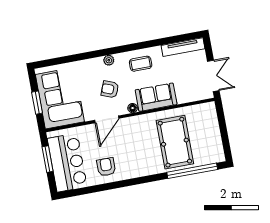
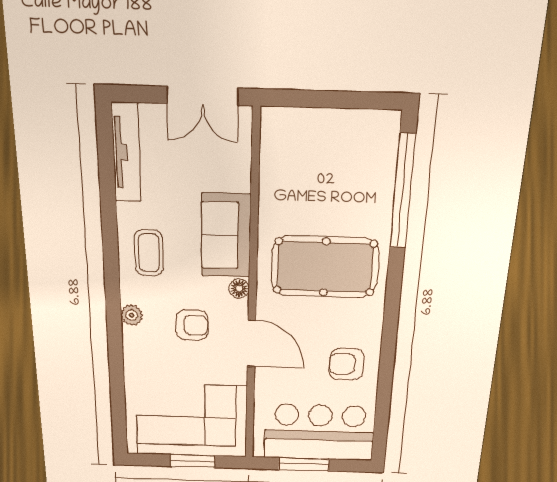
double door: (213, 76) -> (203, 96), swing flipped
armchair: (110, 89) -> (192, 325), turned -111
pool table: (175, 142) -> (325, 267), moved

